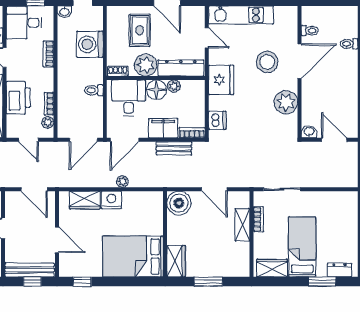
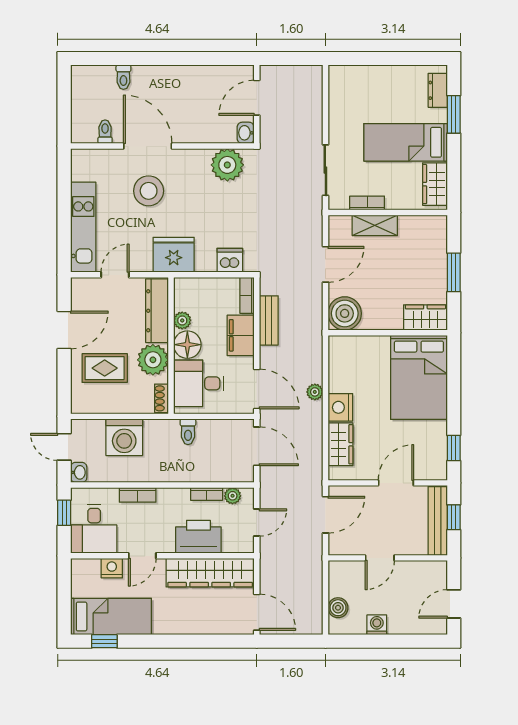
plant: (286, 102) -> (227, 165), moved

